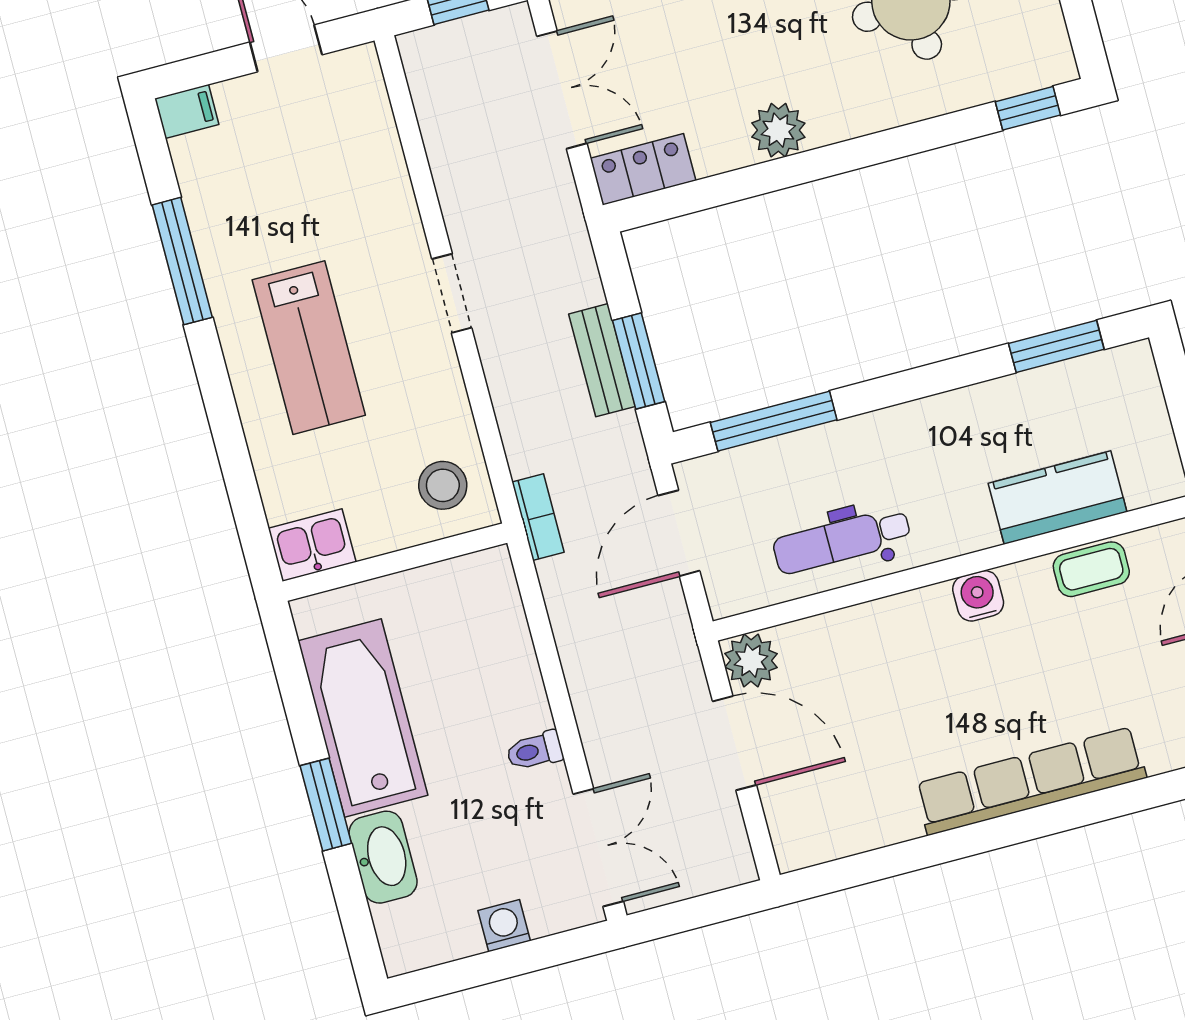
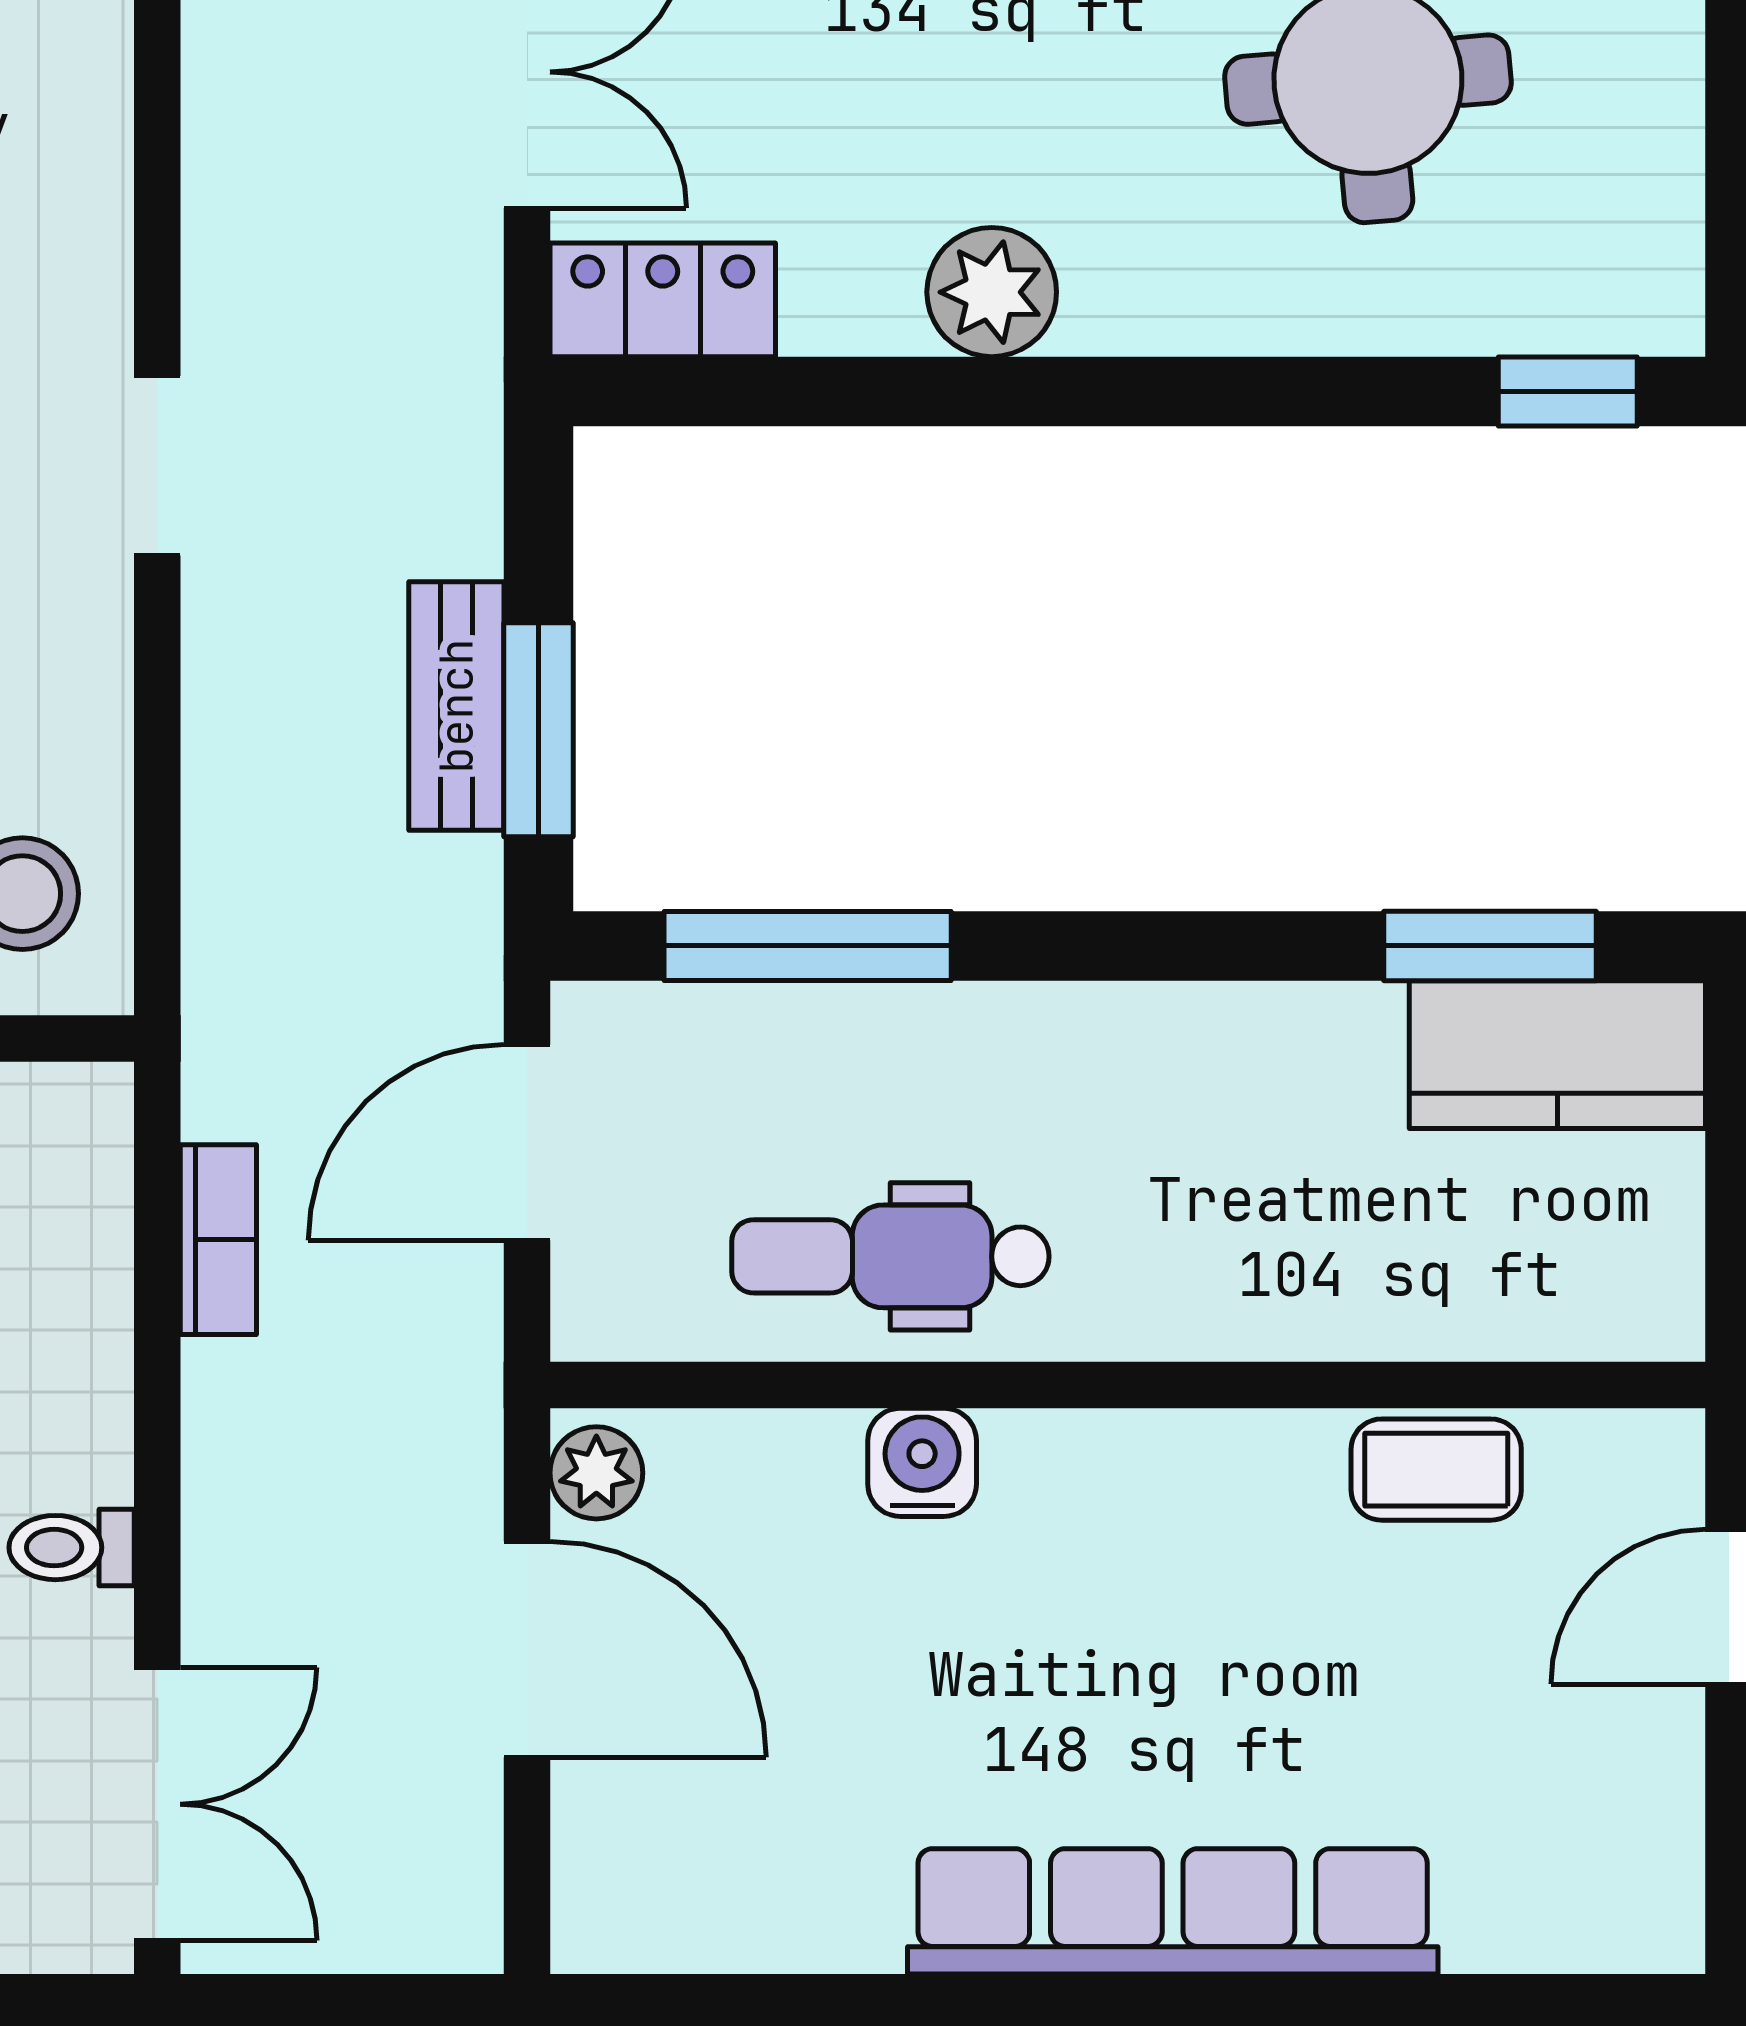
kitchen counter: (1058, 498) -> (1557, 1055), moved, turned 180
bookcase: (538, 517) -> (218, 1240), moved
water cooler: (978, 596) -> (922, 1462), moved
plant: (751, 661) -> (596, 1473), width x0.73, depth x0.73

